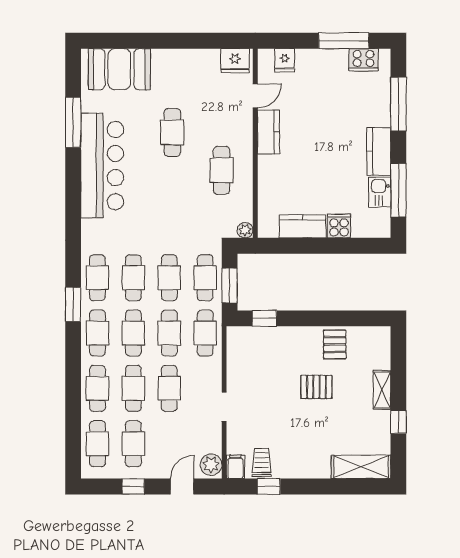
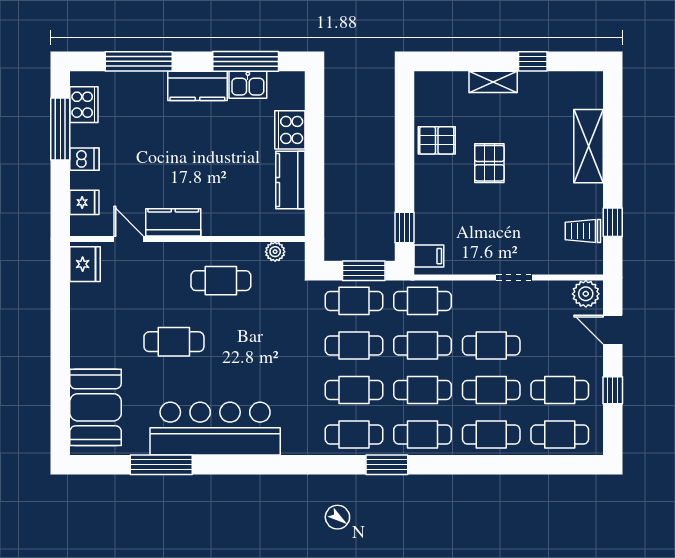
dishwasher: (320, 60) -> (84, 159), added
cooker: (339, 226) -> (290, 130), width x1.36
plant: (245, 230) -> (275, 252), moved
filing cabinet: (235, 467) -> (429, 256), moved, turned 180
shelving: (361, 467) -> (588, 146), moved

